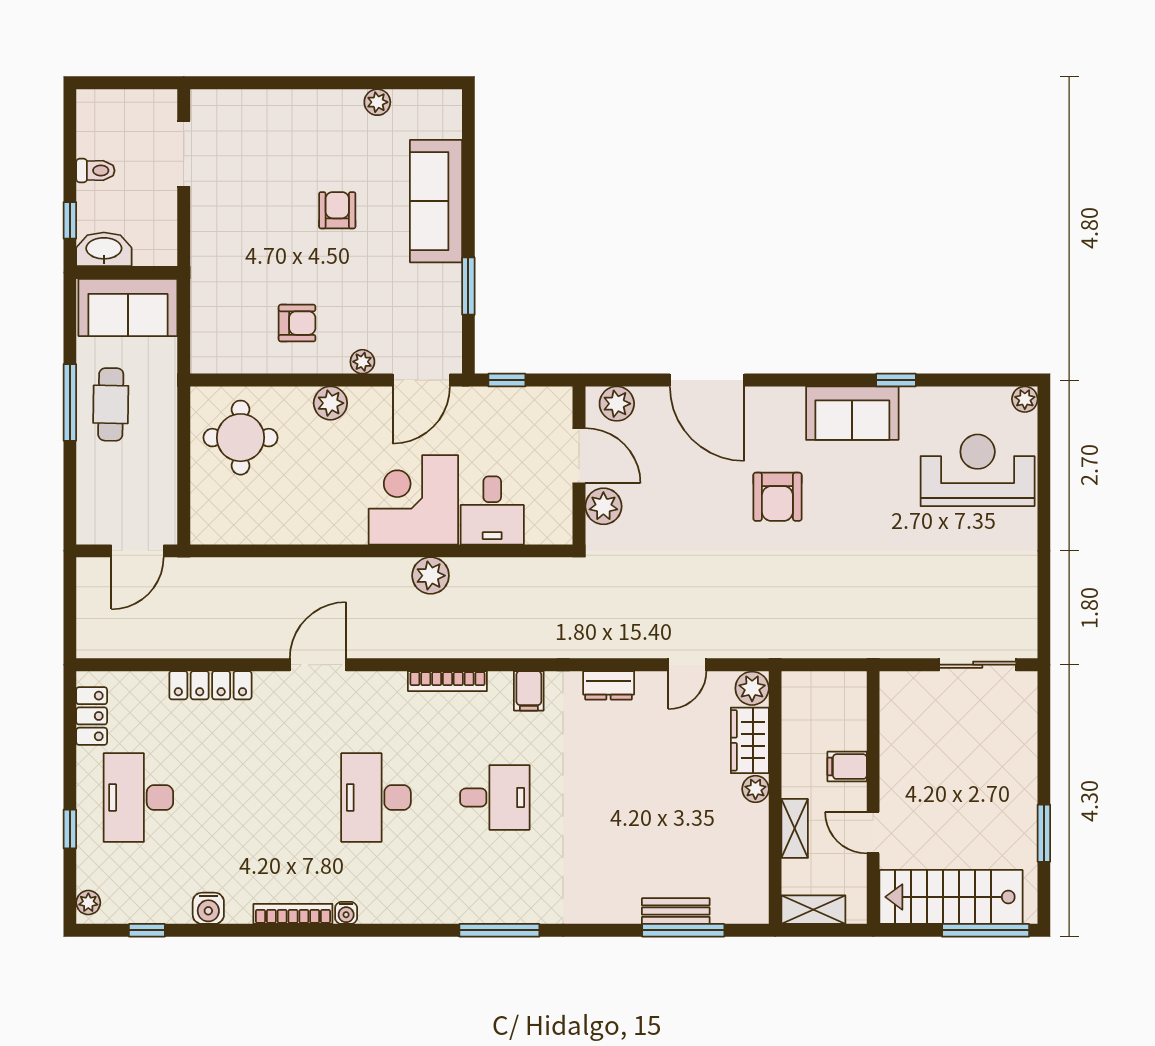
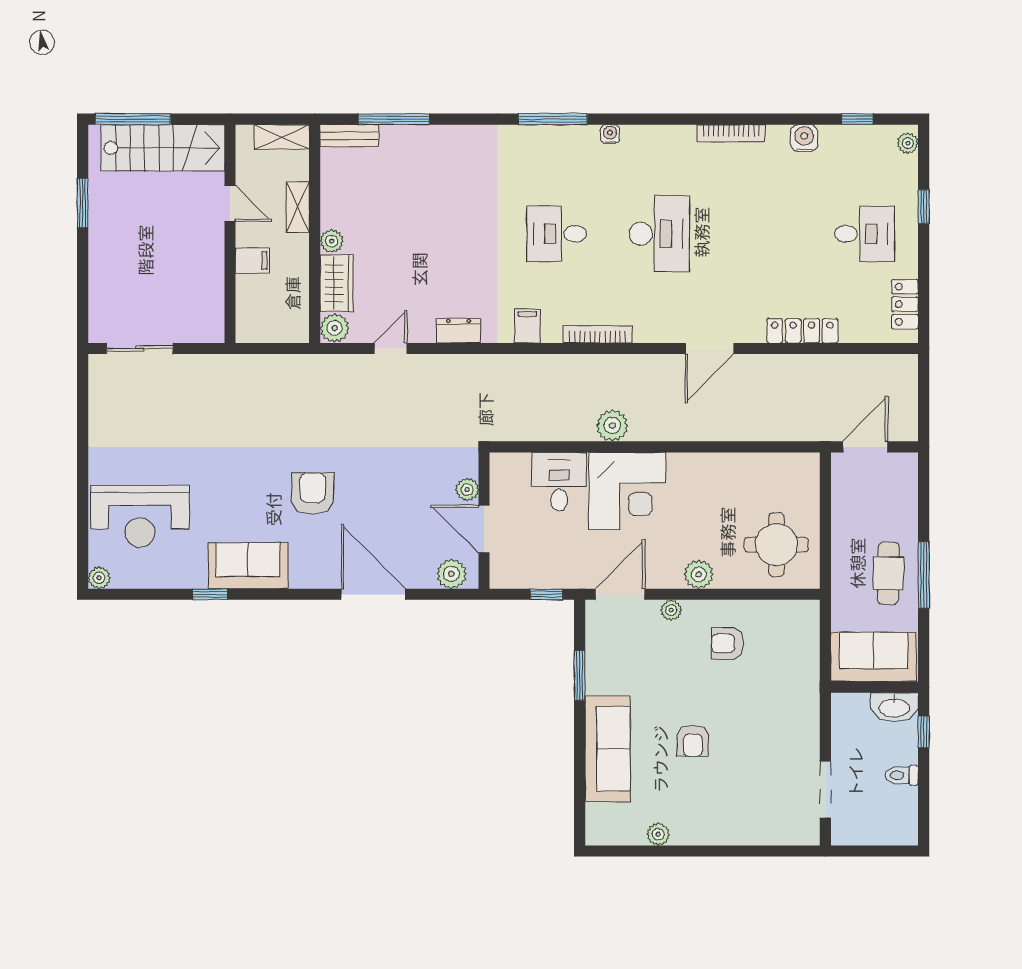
plant: (603, 506) -> (467, 490), width x0.73, depth x0.73
desk: (138, 797) -> (865, 234), width x0.73
bench: (676, 911) -> (349, 136), moved
water cooler: (346, 913) -> (610, 134), moved

